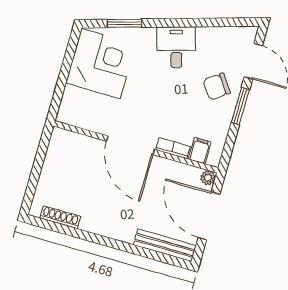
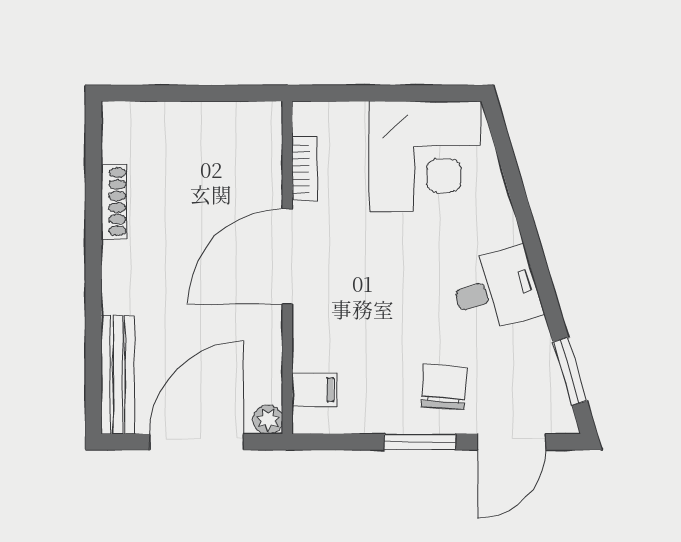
window: (124, 23) -> (570, 371), moved
chair: (217, 87) -> (444, 387), turned 40
bookcase: (173, 148) -> (305, 169), moved
shoe rack: (60, 217) -> (114, 202), moved

